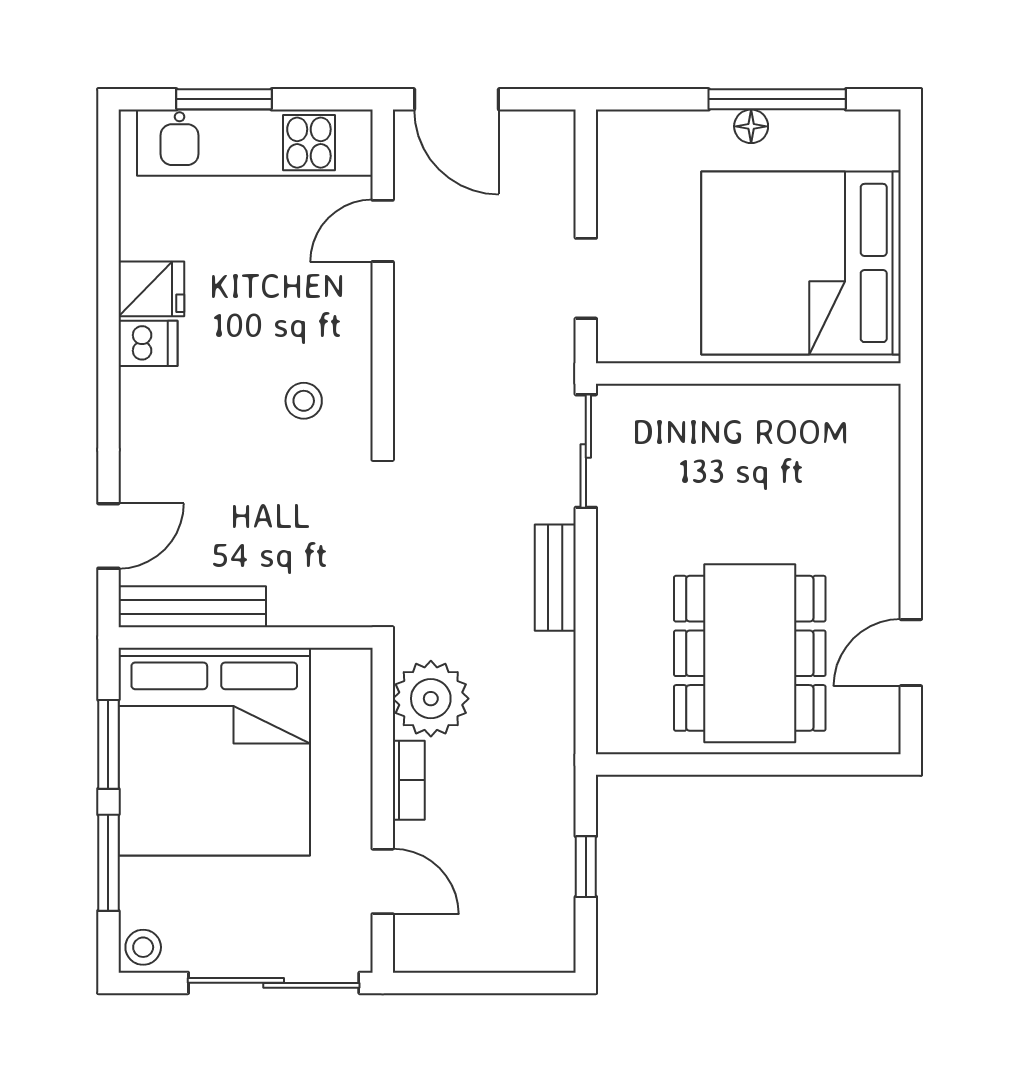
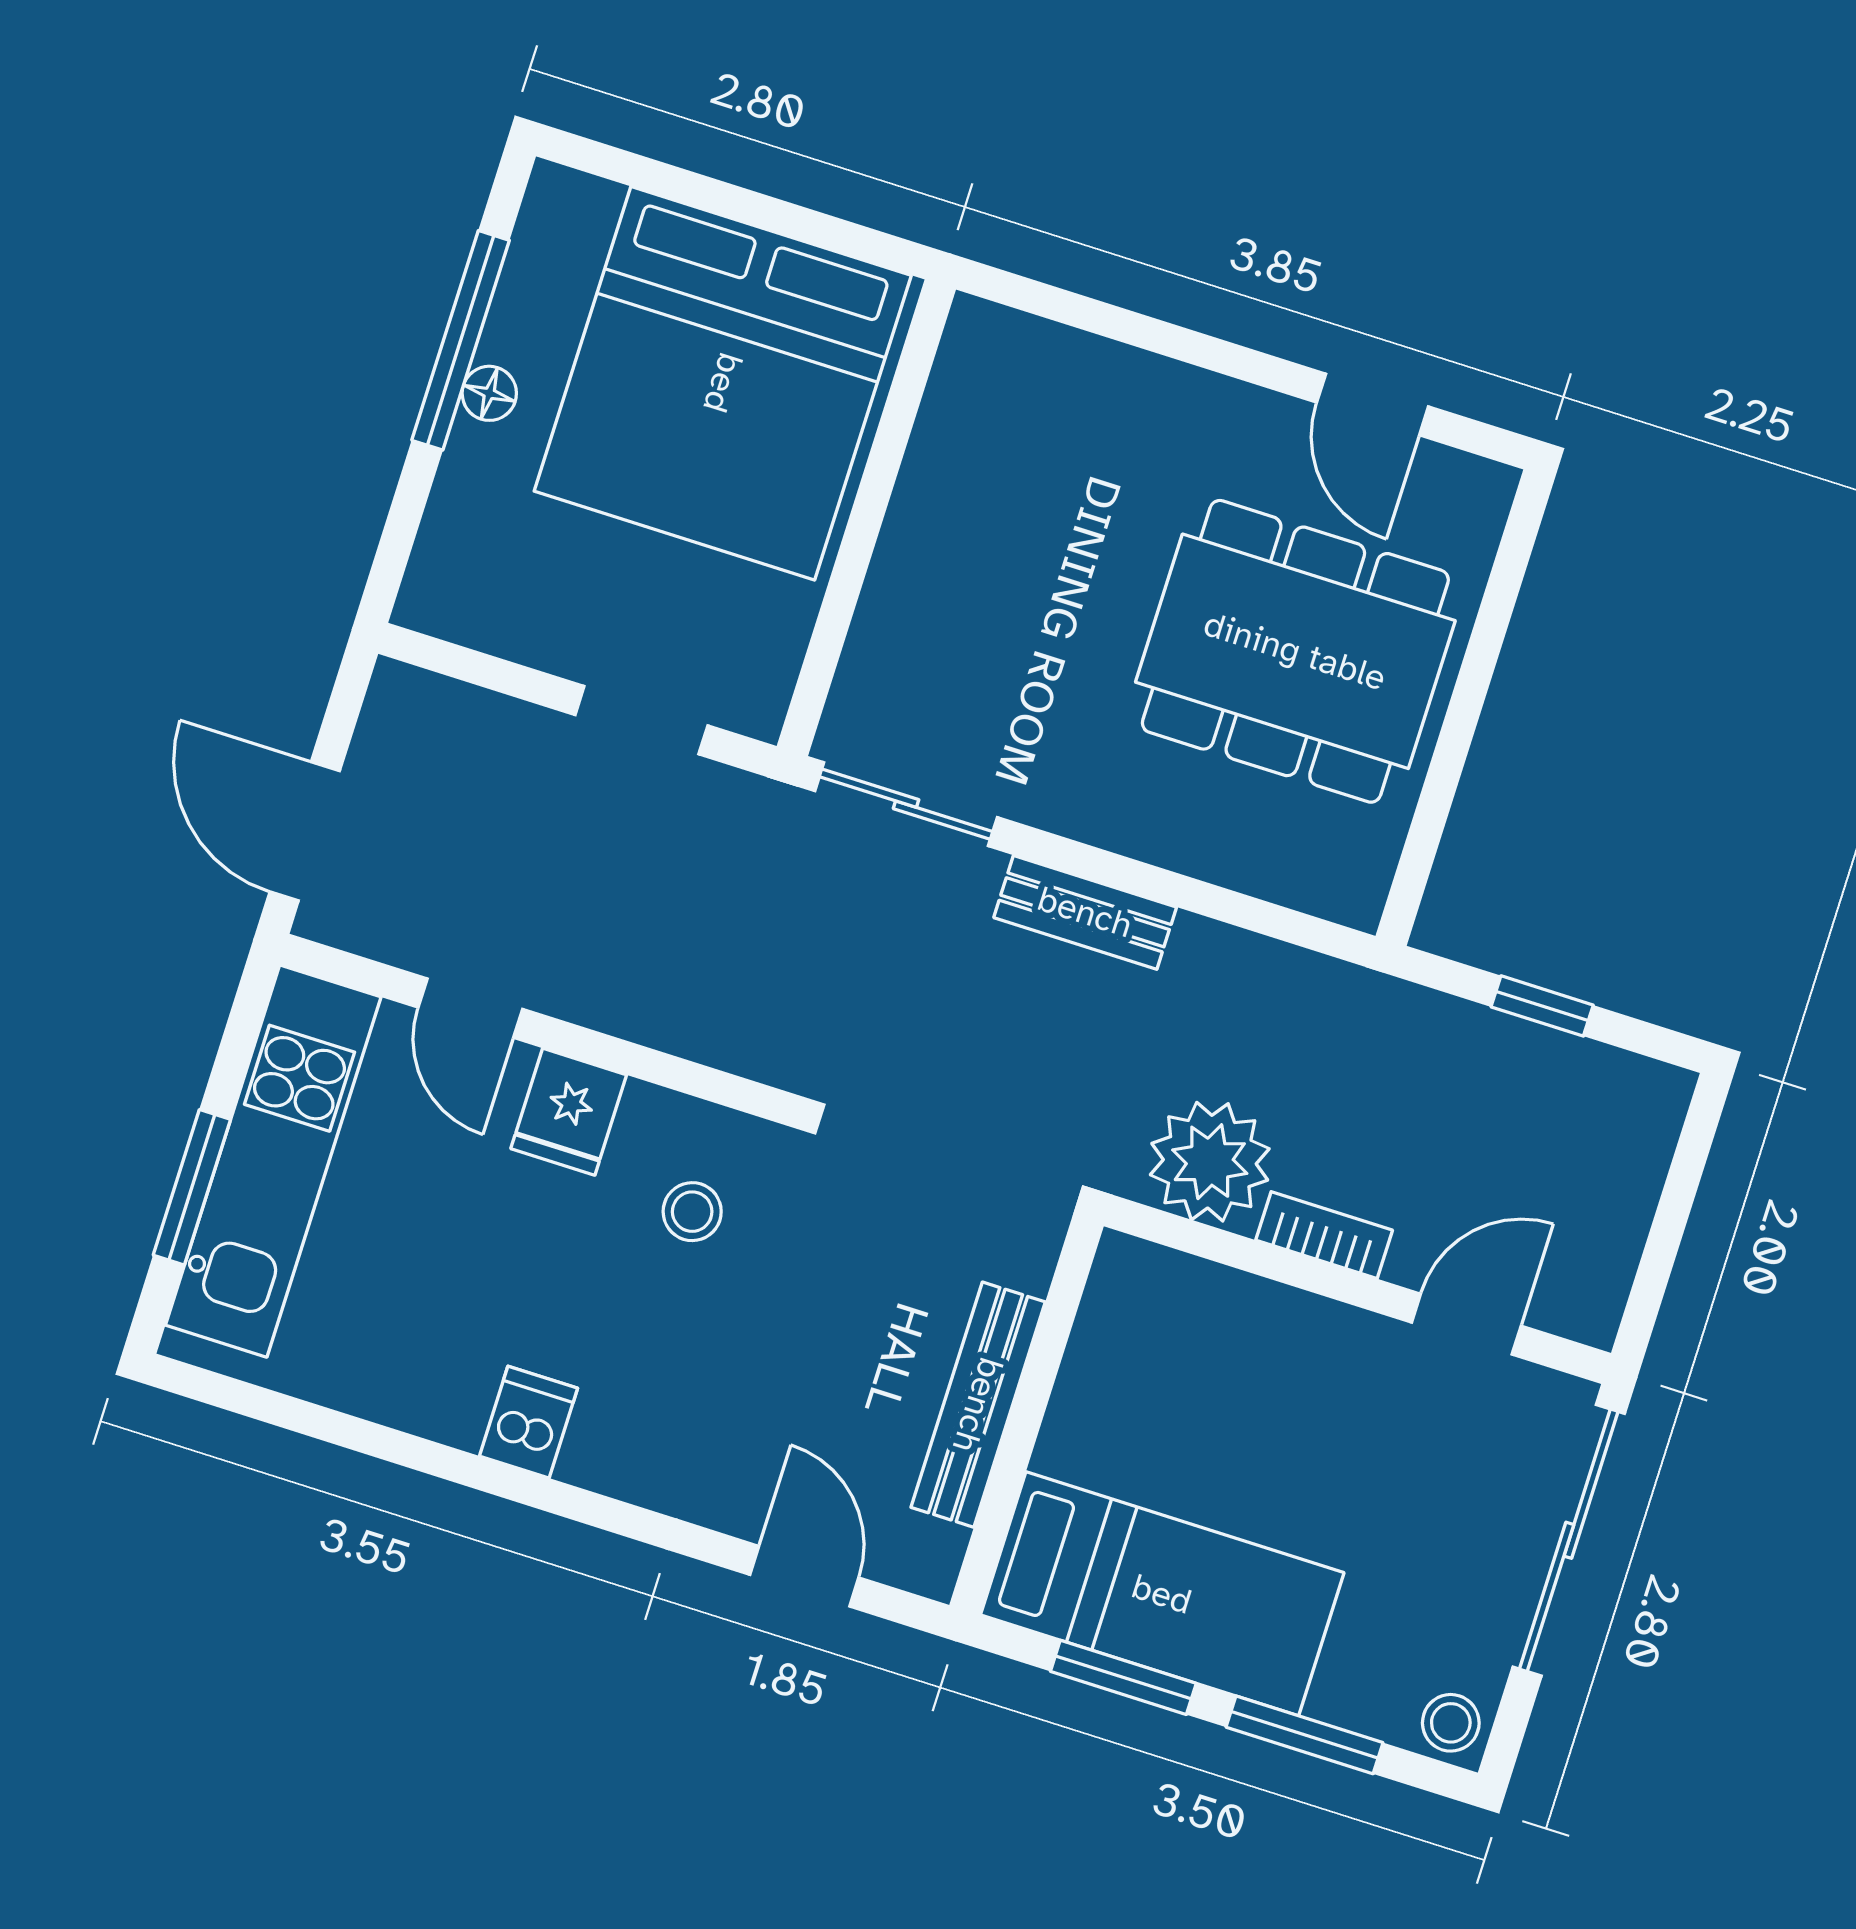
door: (456, 99) -> (305, 831), swing flipped
fridge: (151, 289) -> (569, 1112), moved, turned 180
bench: (192, 607) -> (978, 1405), moved
bed: (214, 752) -> (1162, 1594), width x0.49

